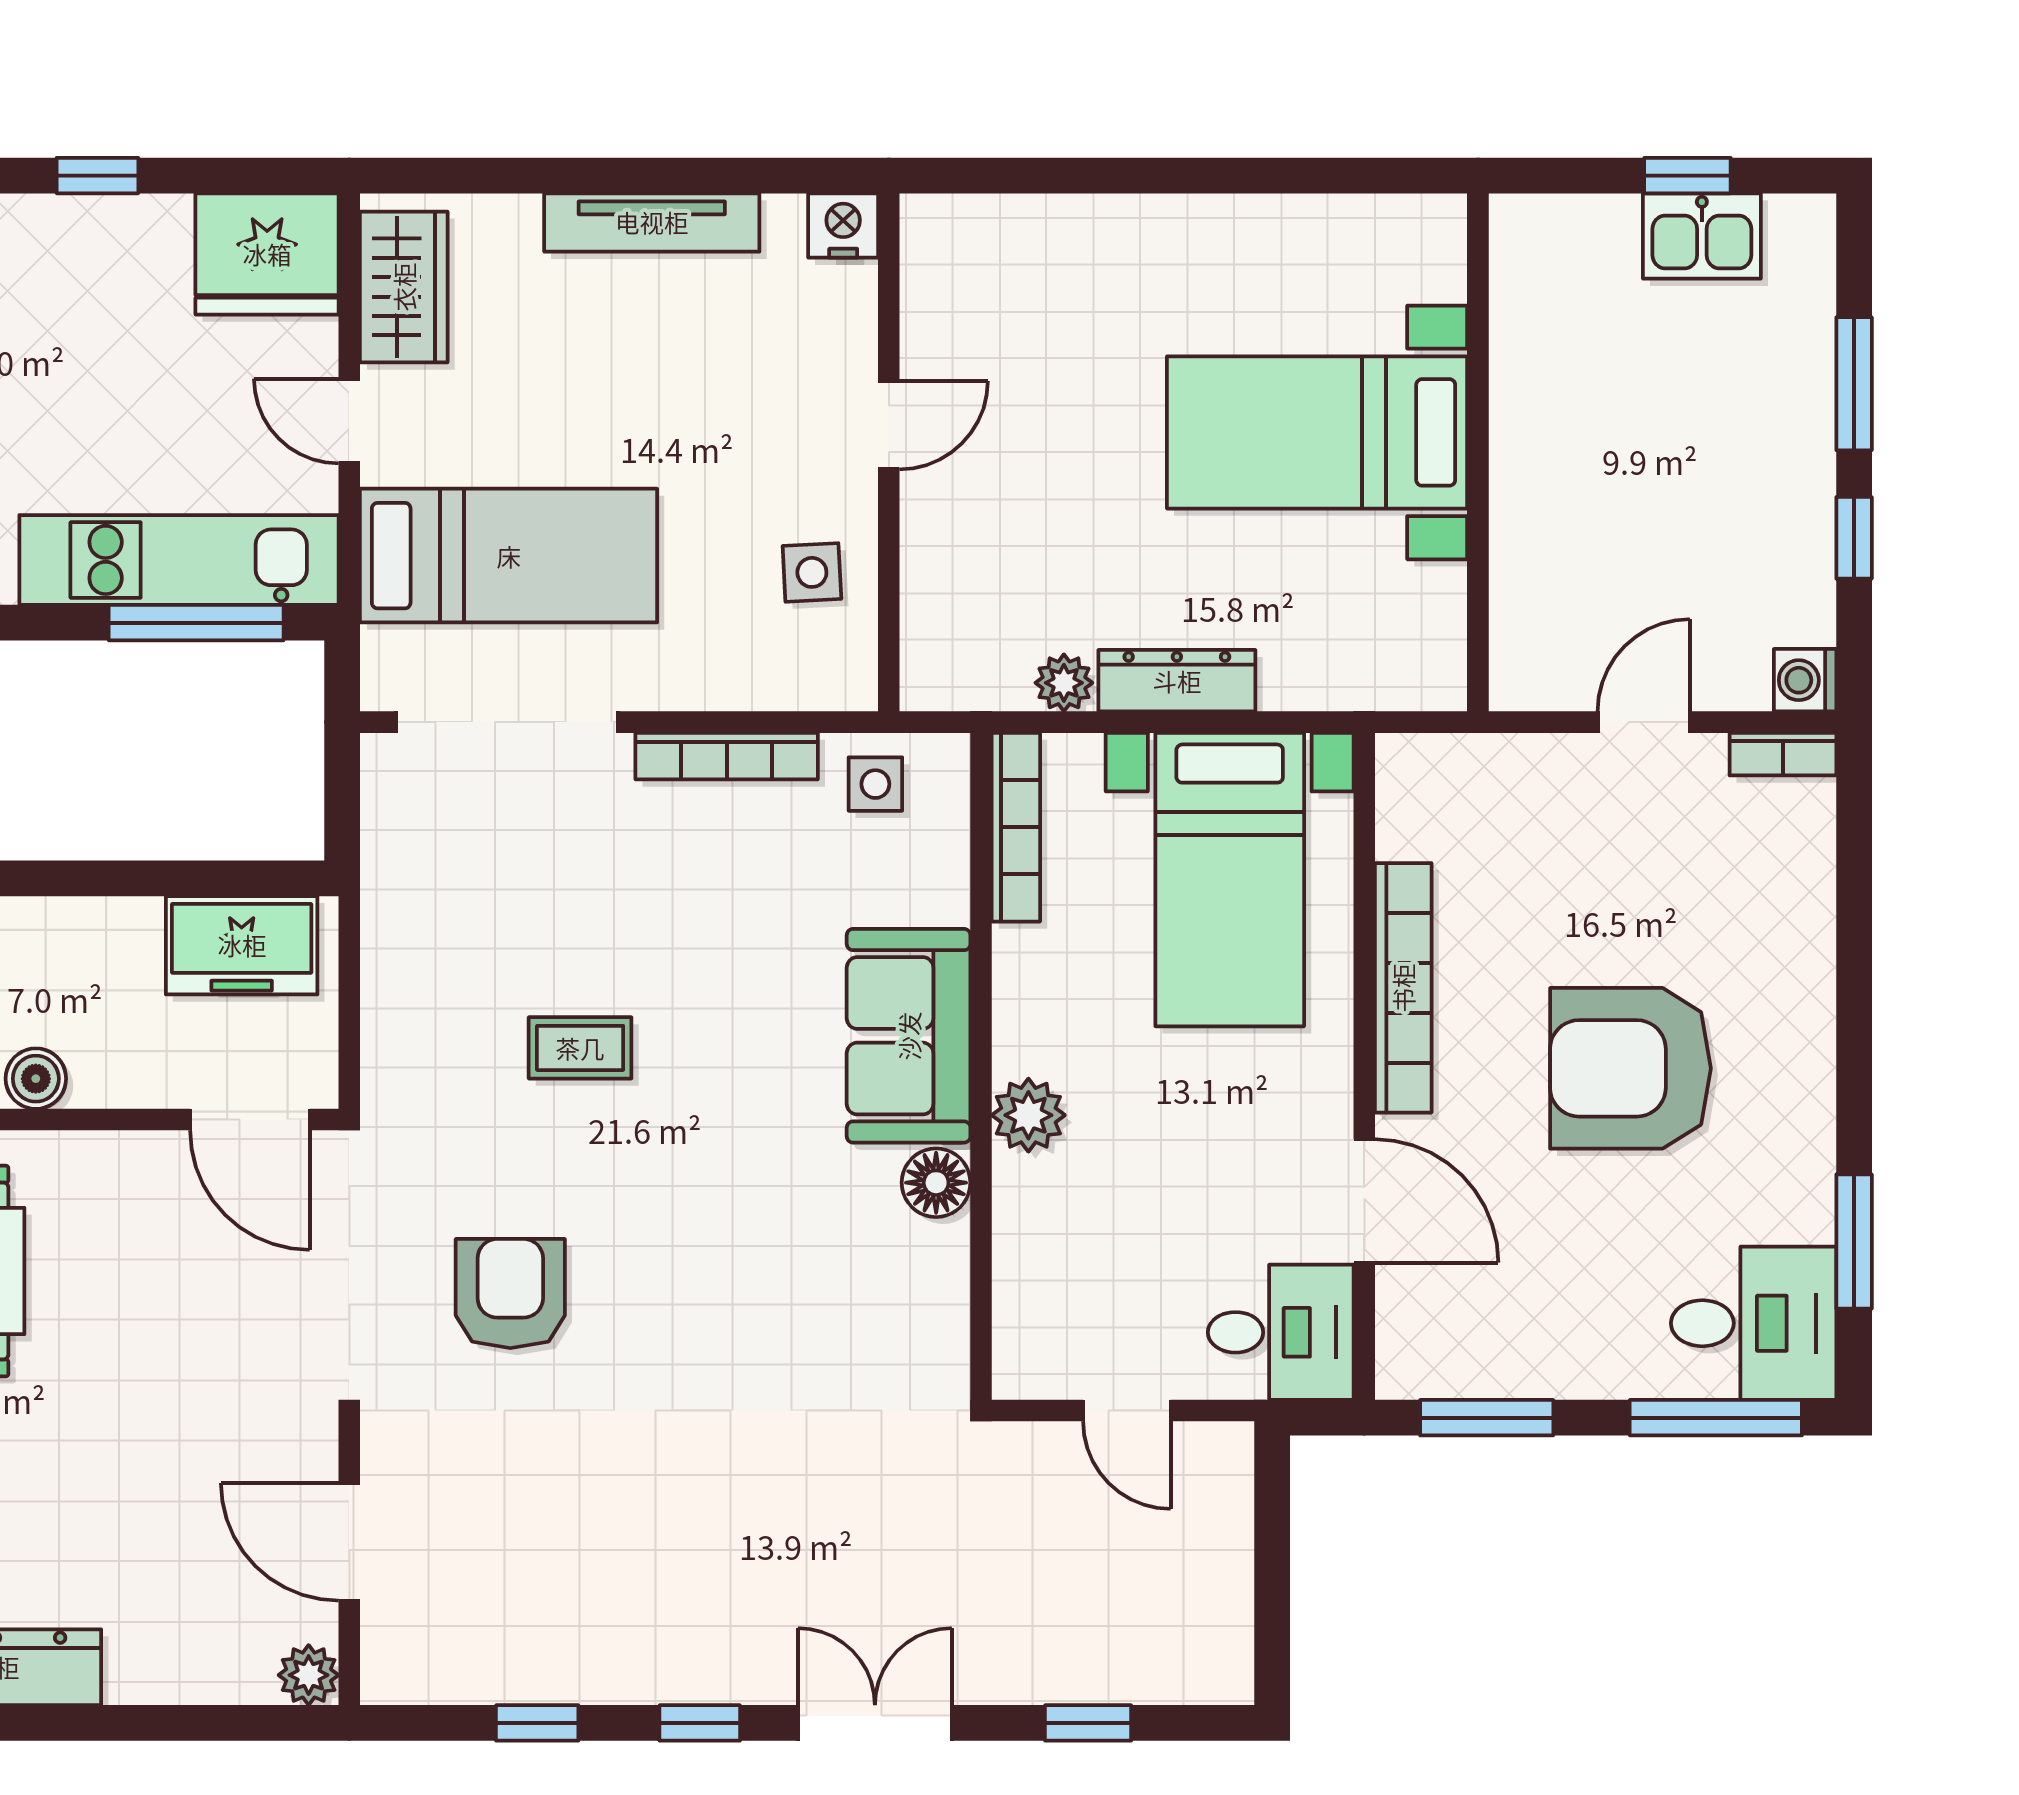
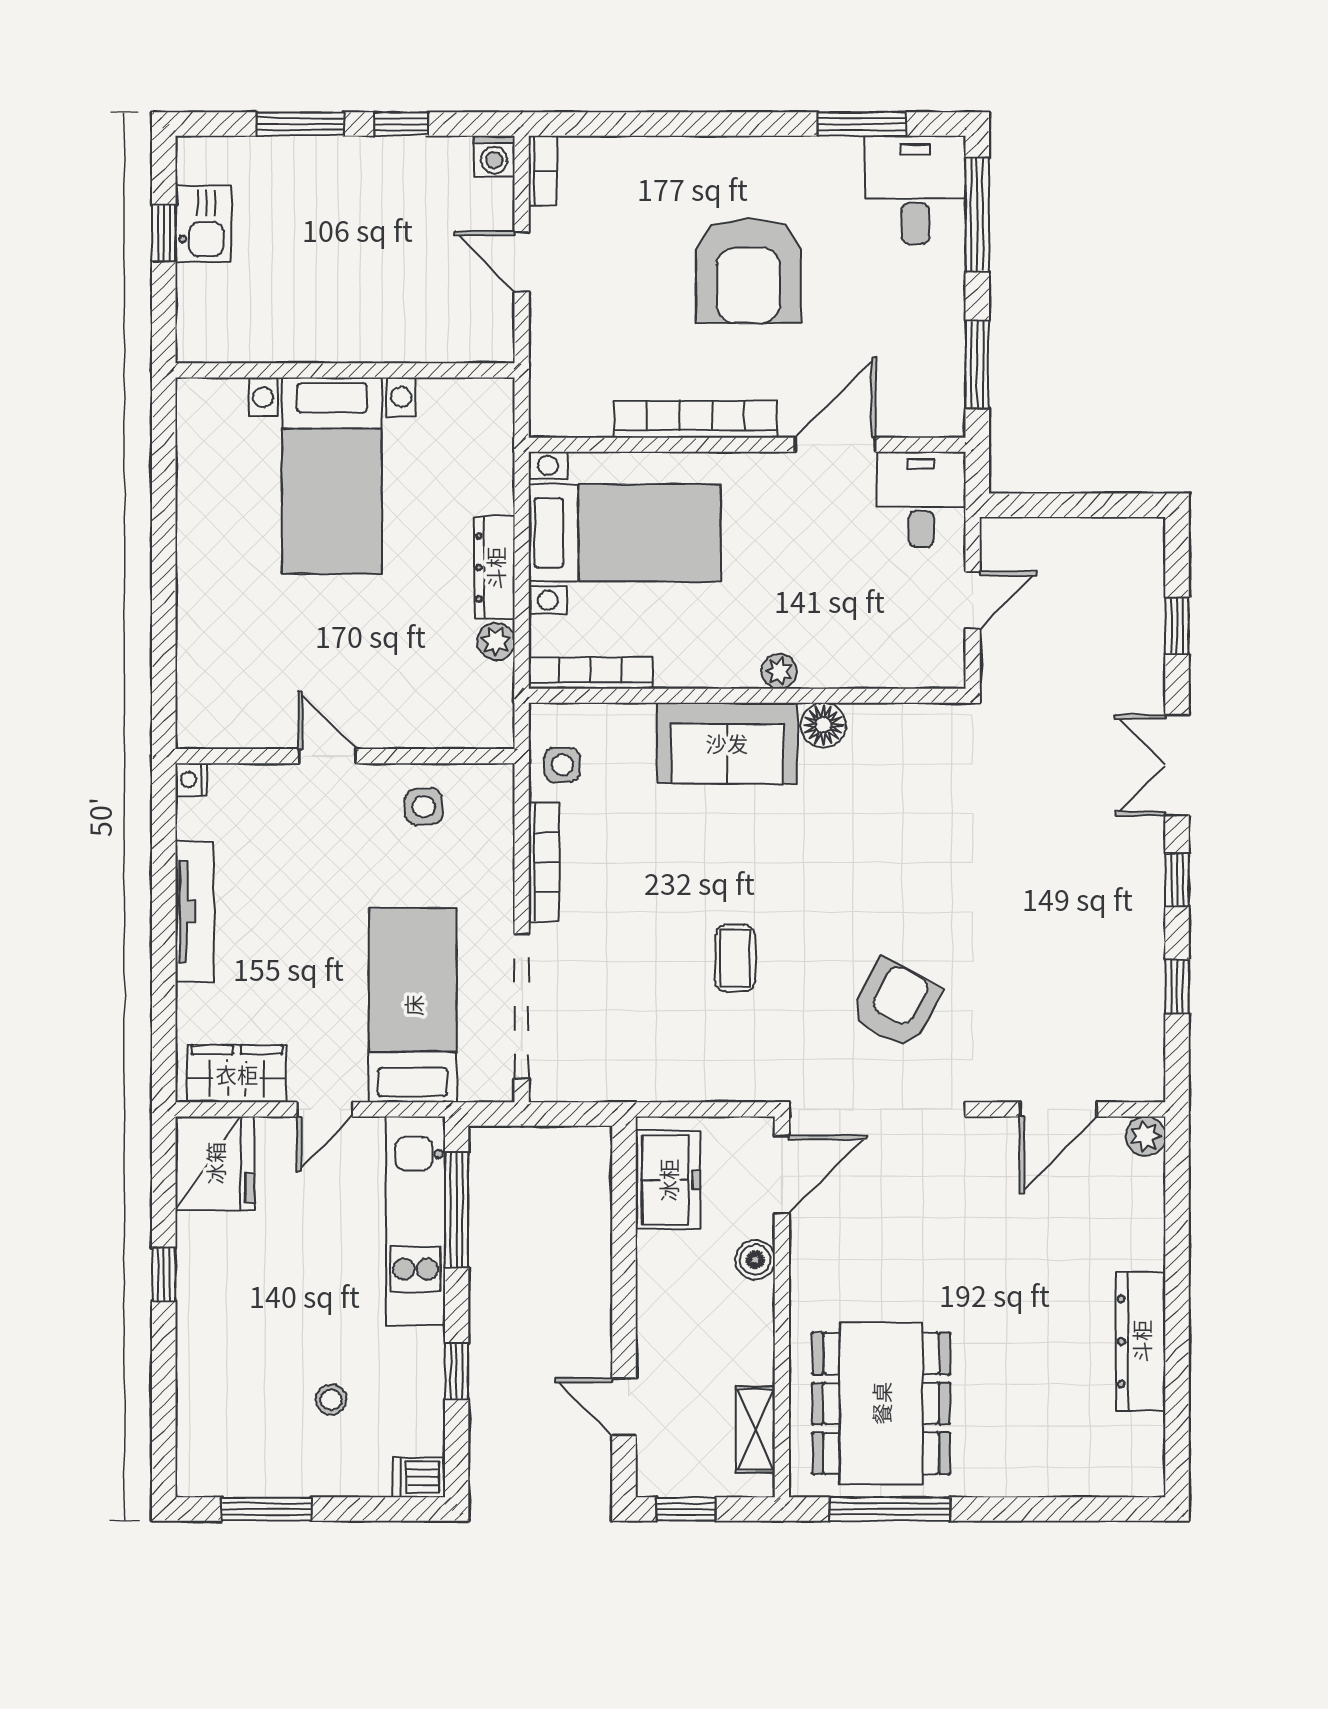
nightstand: (843, 226) -> (191, 780), width x0.72, depth x0.74
boiler: (36, 1079) -> (755, 1260), moved
plant: (1028, 1115) -> (779, 671), width x0.73, depth x0.73
armchair: (510, 1293) -> (896, 1004), turned 118

